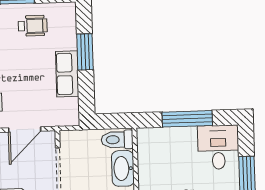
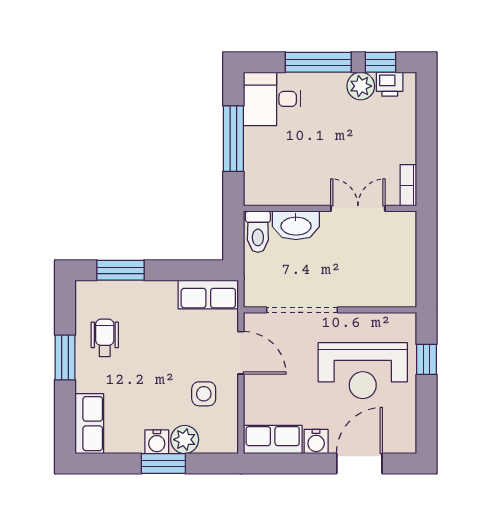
window: (85, 52) -> (121, 270), moved
row of seats: (67, 74) -> (208, 295), moved

